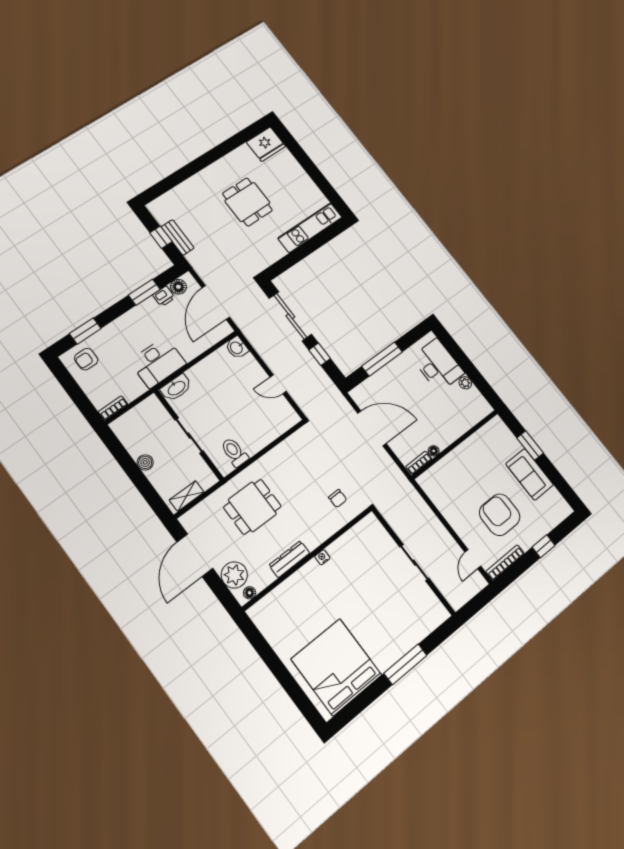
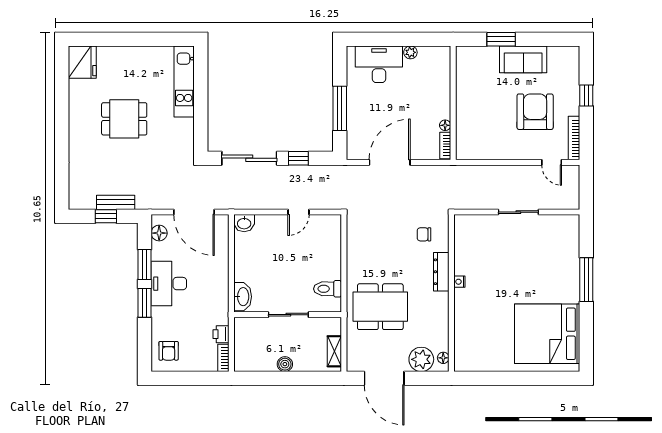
printer: (164, 296) -> (221, 334), moved, turned 180
window: (85, 331) -> (145, 303), moved
desk: (158, 362) -> (169, 284), moved, turned 180
chair: (338, 498) -> (424, 234), turned 180
dining table: (252, 507) -> (380, 307), width x1.38
armchair: (500, 515) -> (535, 112), turned 90
dresser: (289, 559) -> (441, 272), moved

